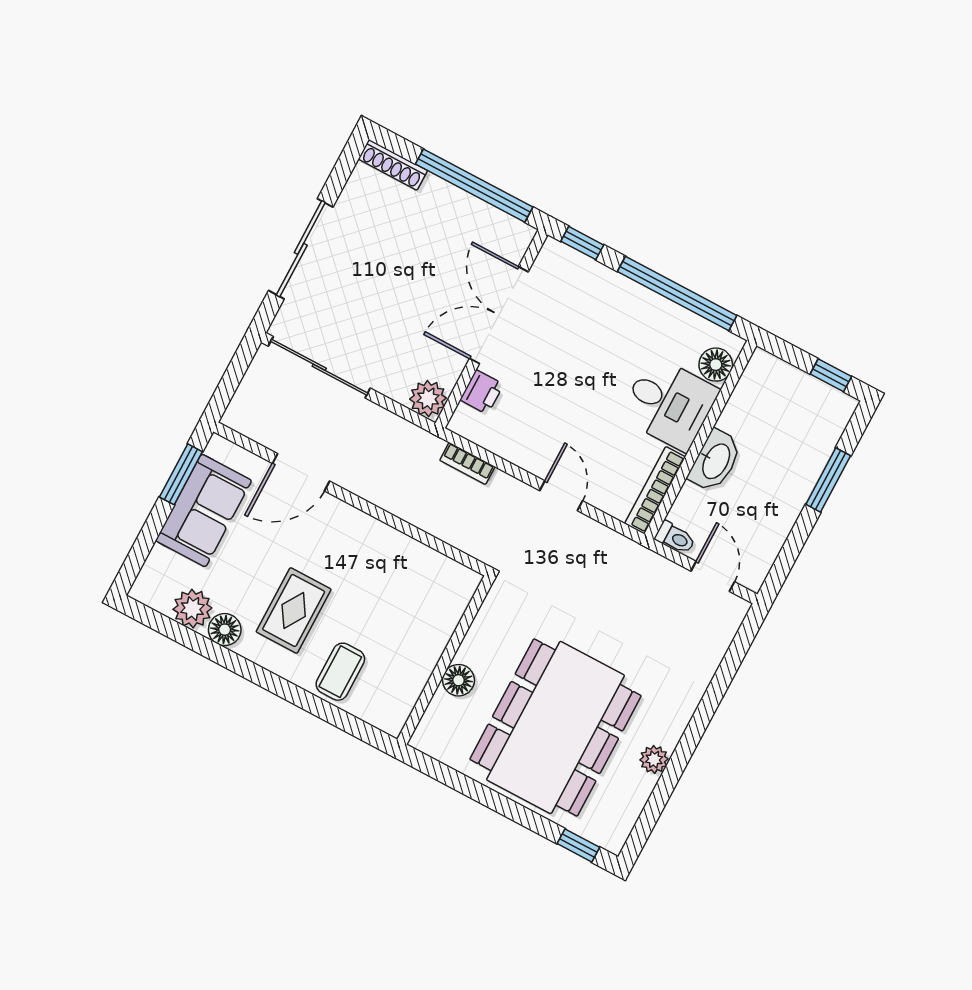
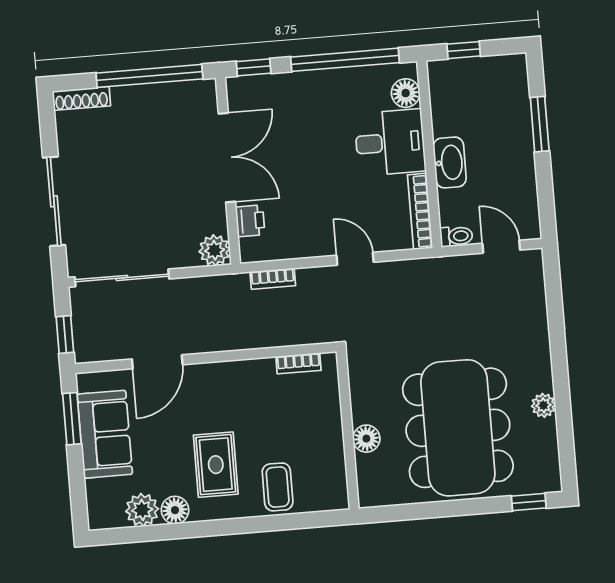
double door: (499, 315) -> (227, 158), swing flipped
window: (831, 375) -> (464, 50), moved
window: (227, 387) -> (65, 335), added
bookcase: (439, 563) -> (298, 363), added

